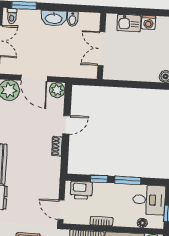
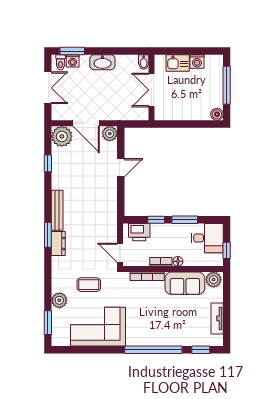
washing machine: (24, 15) -> (73, 61), added
bidet: (72, 19) -> (144, 62), moved
shoe rack: (57, 146) -> (112, 190), removed
floor lamp: (142, 223) -> (178, 261), moved

